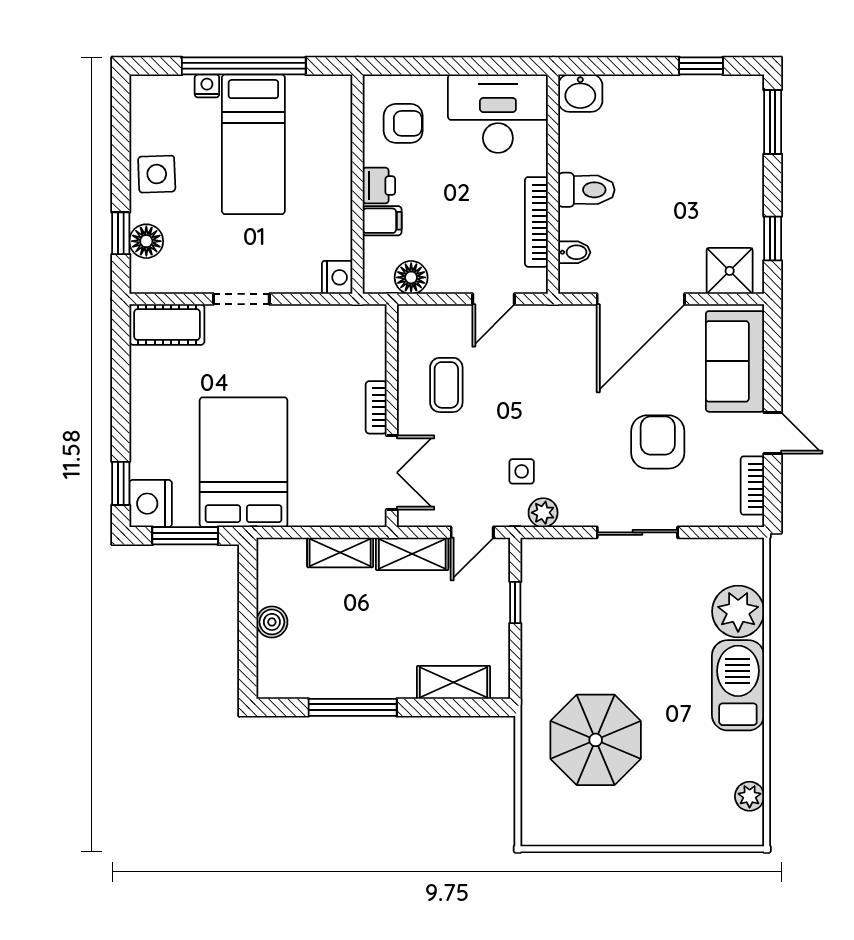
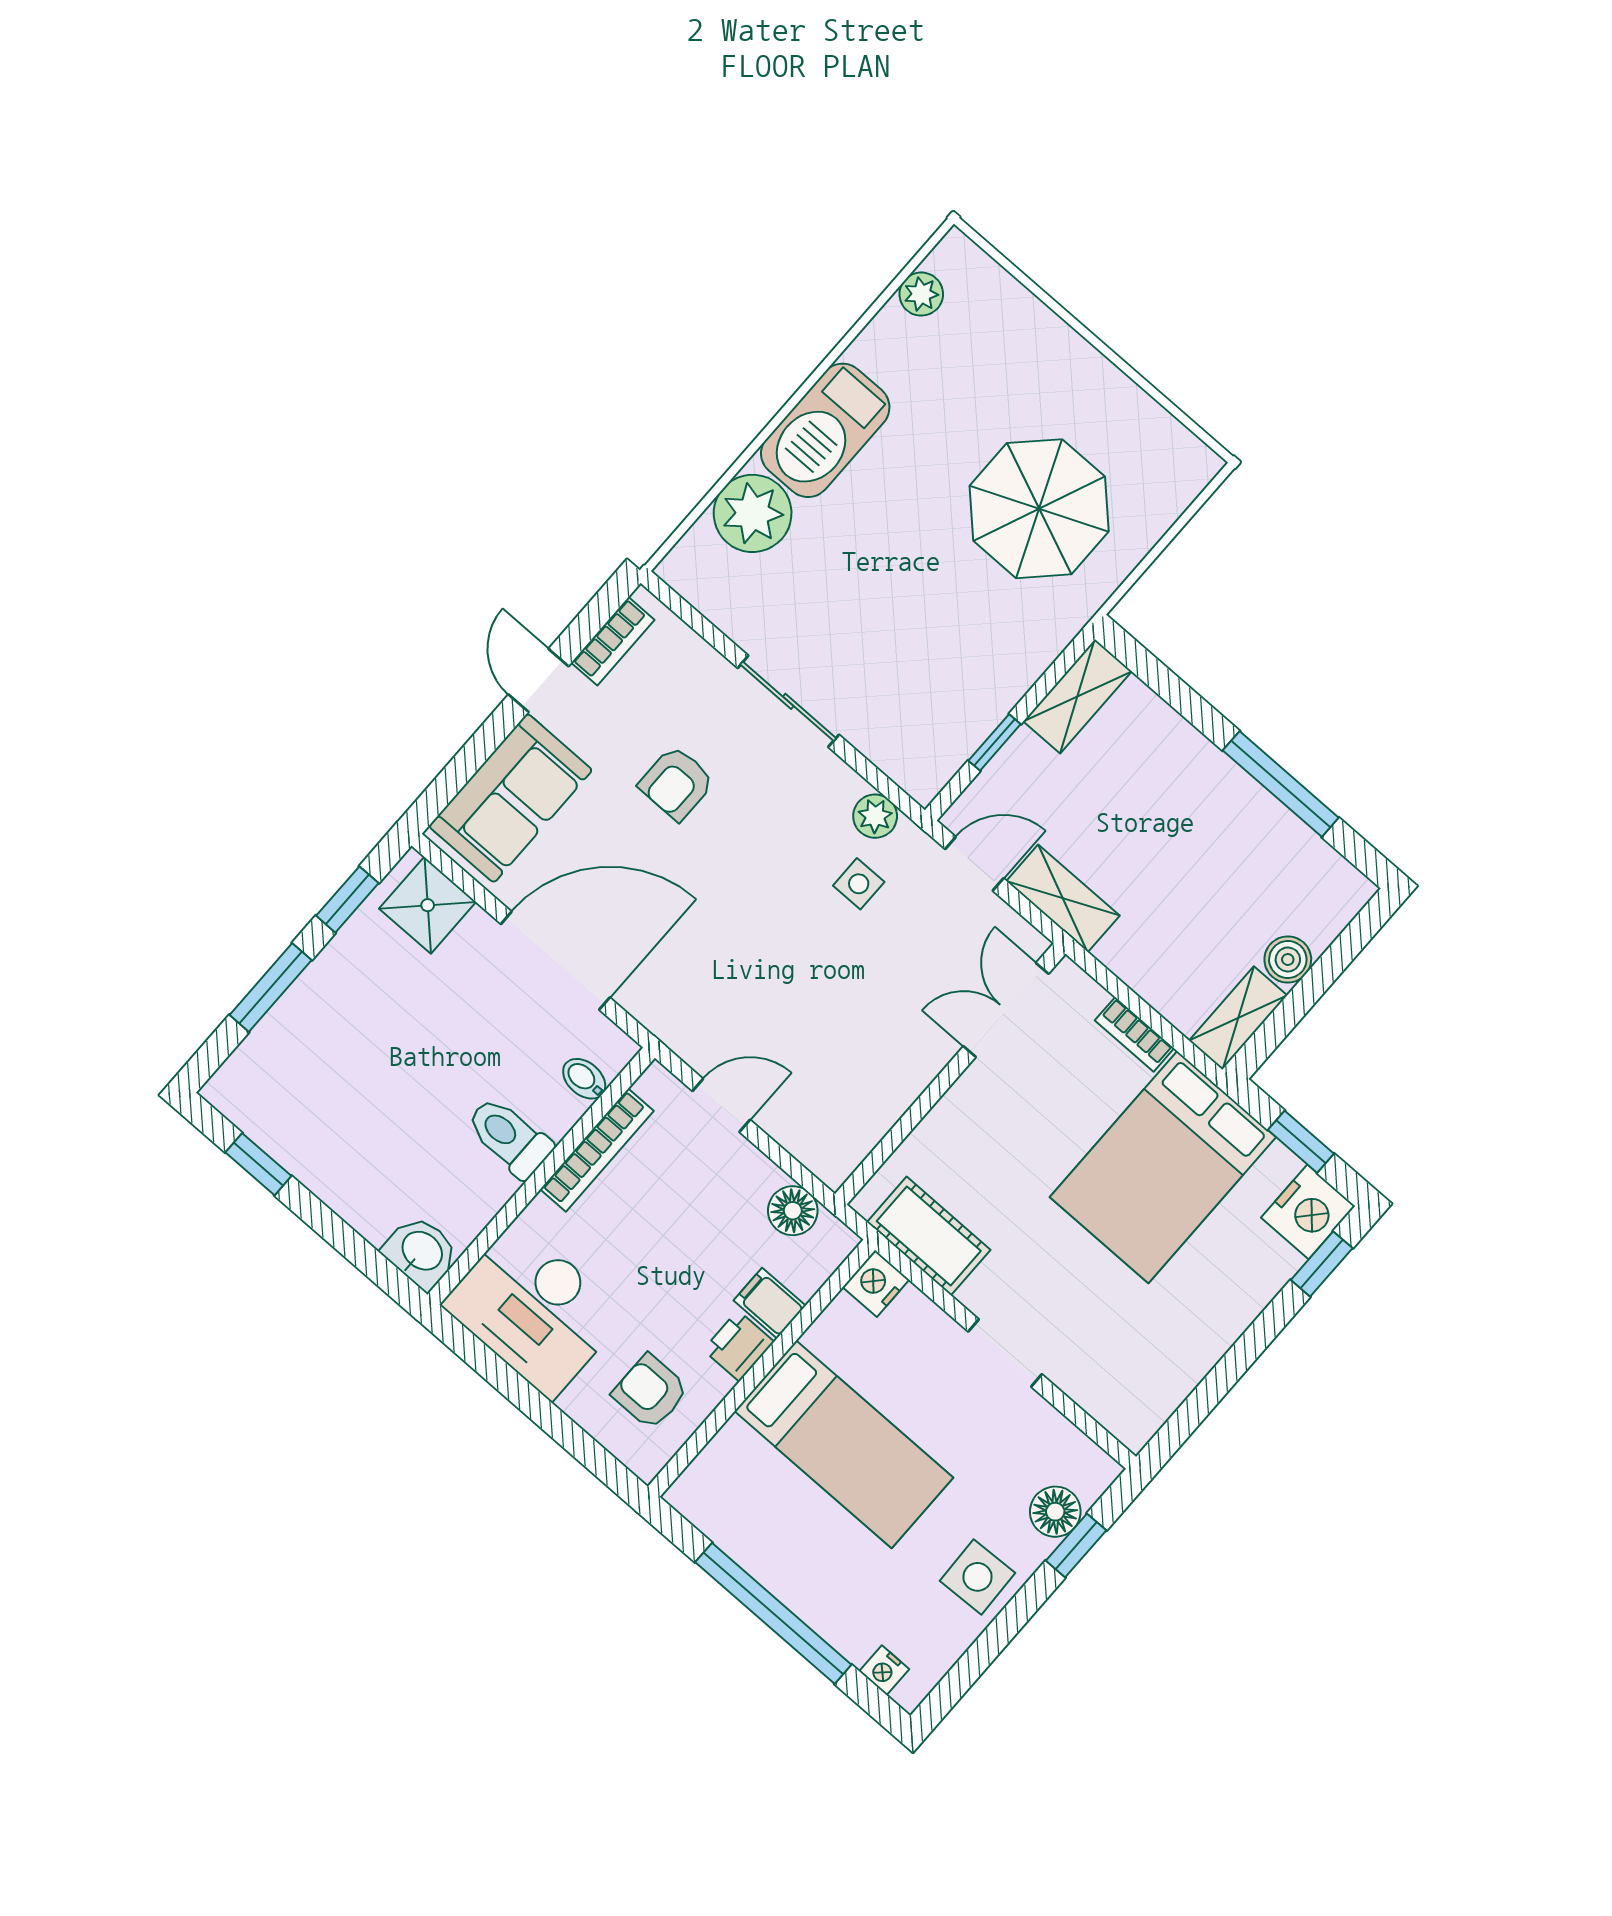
nightstand: (207, 86) -> (884, 1670), moved
window: (773, 122) -> (271, 987), moved
bed: (253, 144) -> (844, 1444), moved, turned 90
cot: (167, 325) -> (929, 1236), moved
coffee table: (446, 385) -> (859, 1055), removed
bookcase: (376, 407) -> (1134, 1034), moved, turned 90
armchair: (658, 442) -> (676, 783), width x0.72, depth x0.72
window: (185, 536) -> (1301, 1142), width x0.67
shelving: (340, 552) -> (1238, 1018), moved, turned 90
shelving: (454, 682) -> (1078, 696), moved, turned 90

